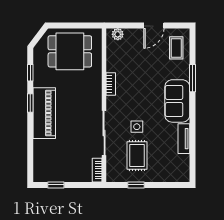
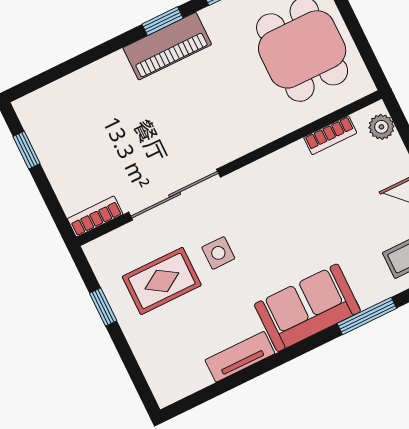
bookcase: (111, 84) -> (330, 135), moved
piano: (44, 113) -> (167, 46), width x0.73, depth x0.75

